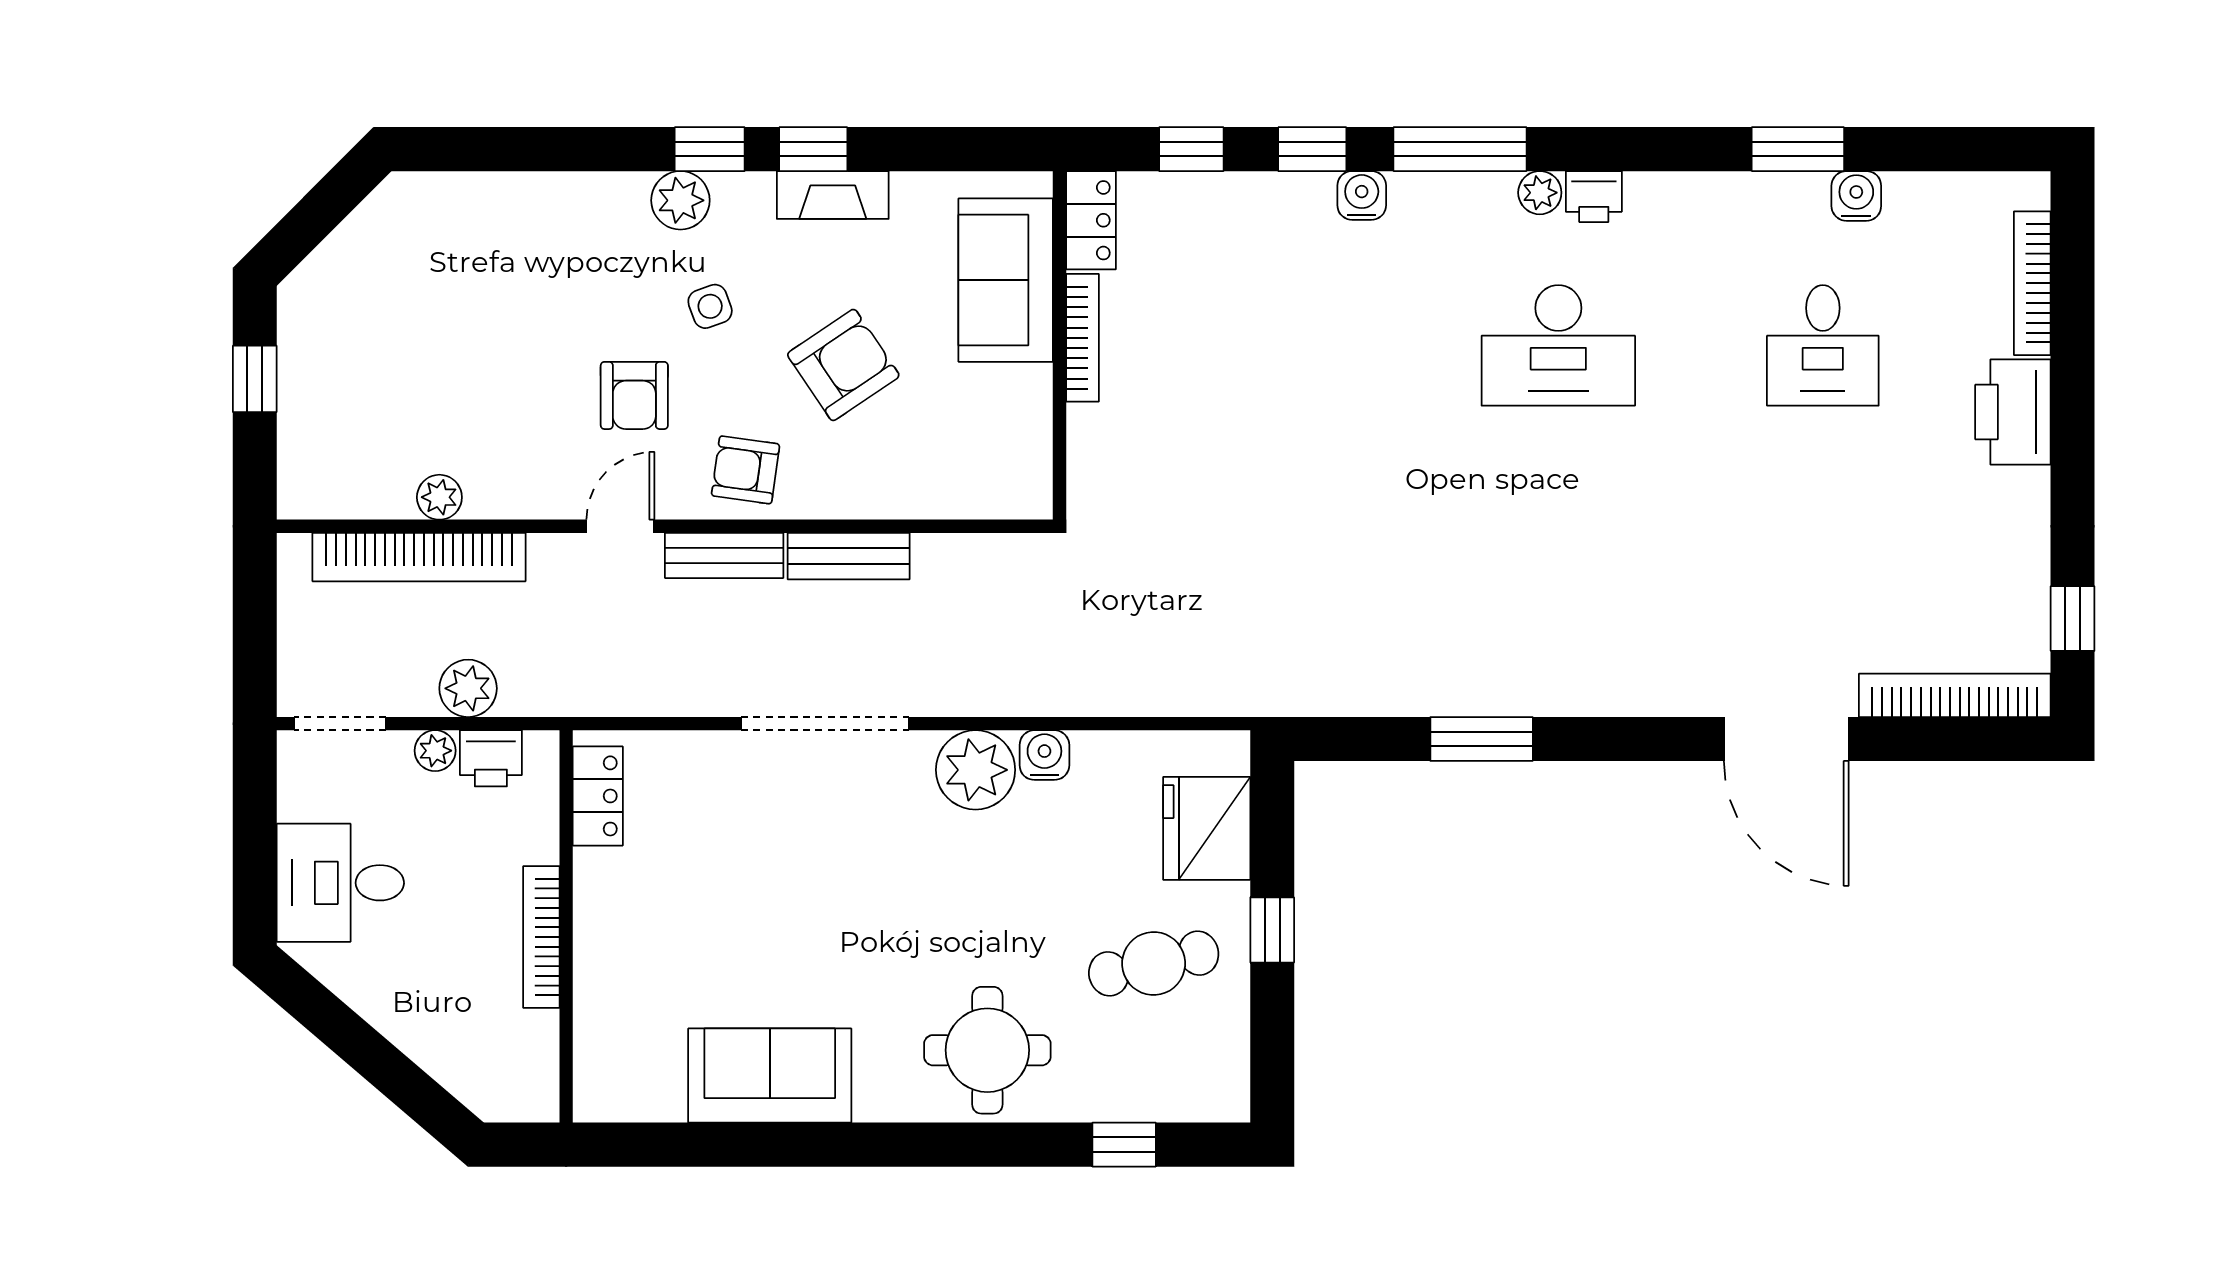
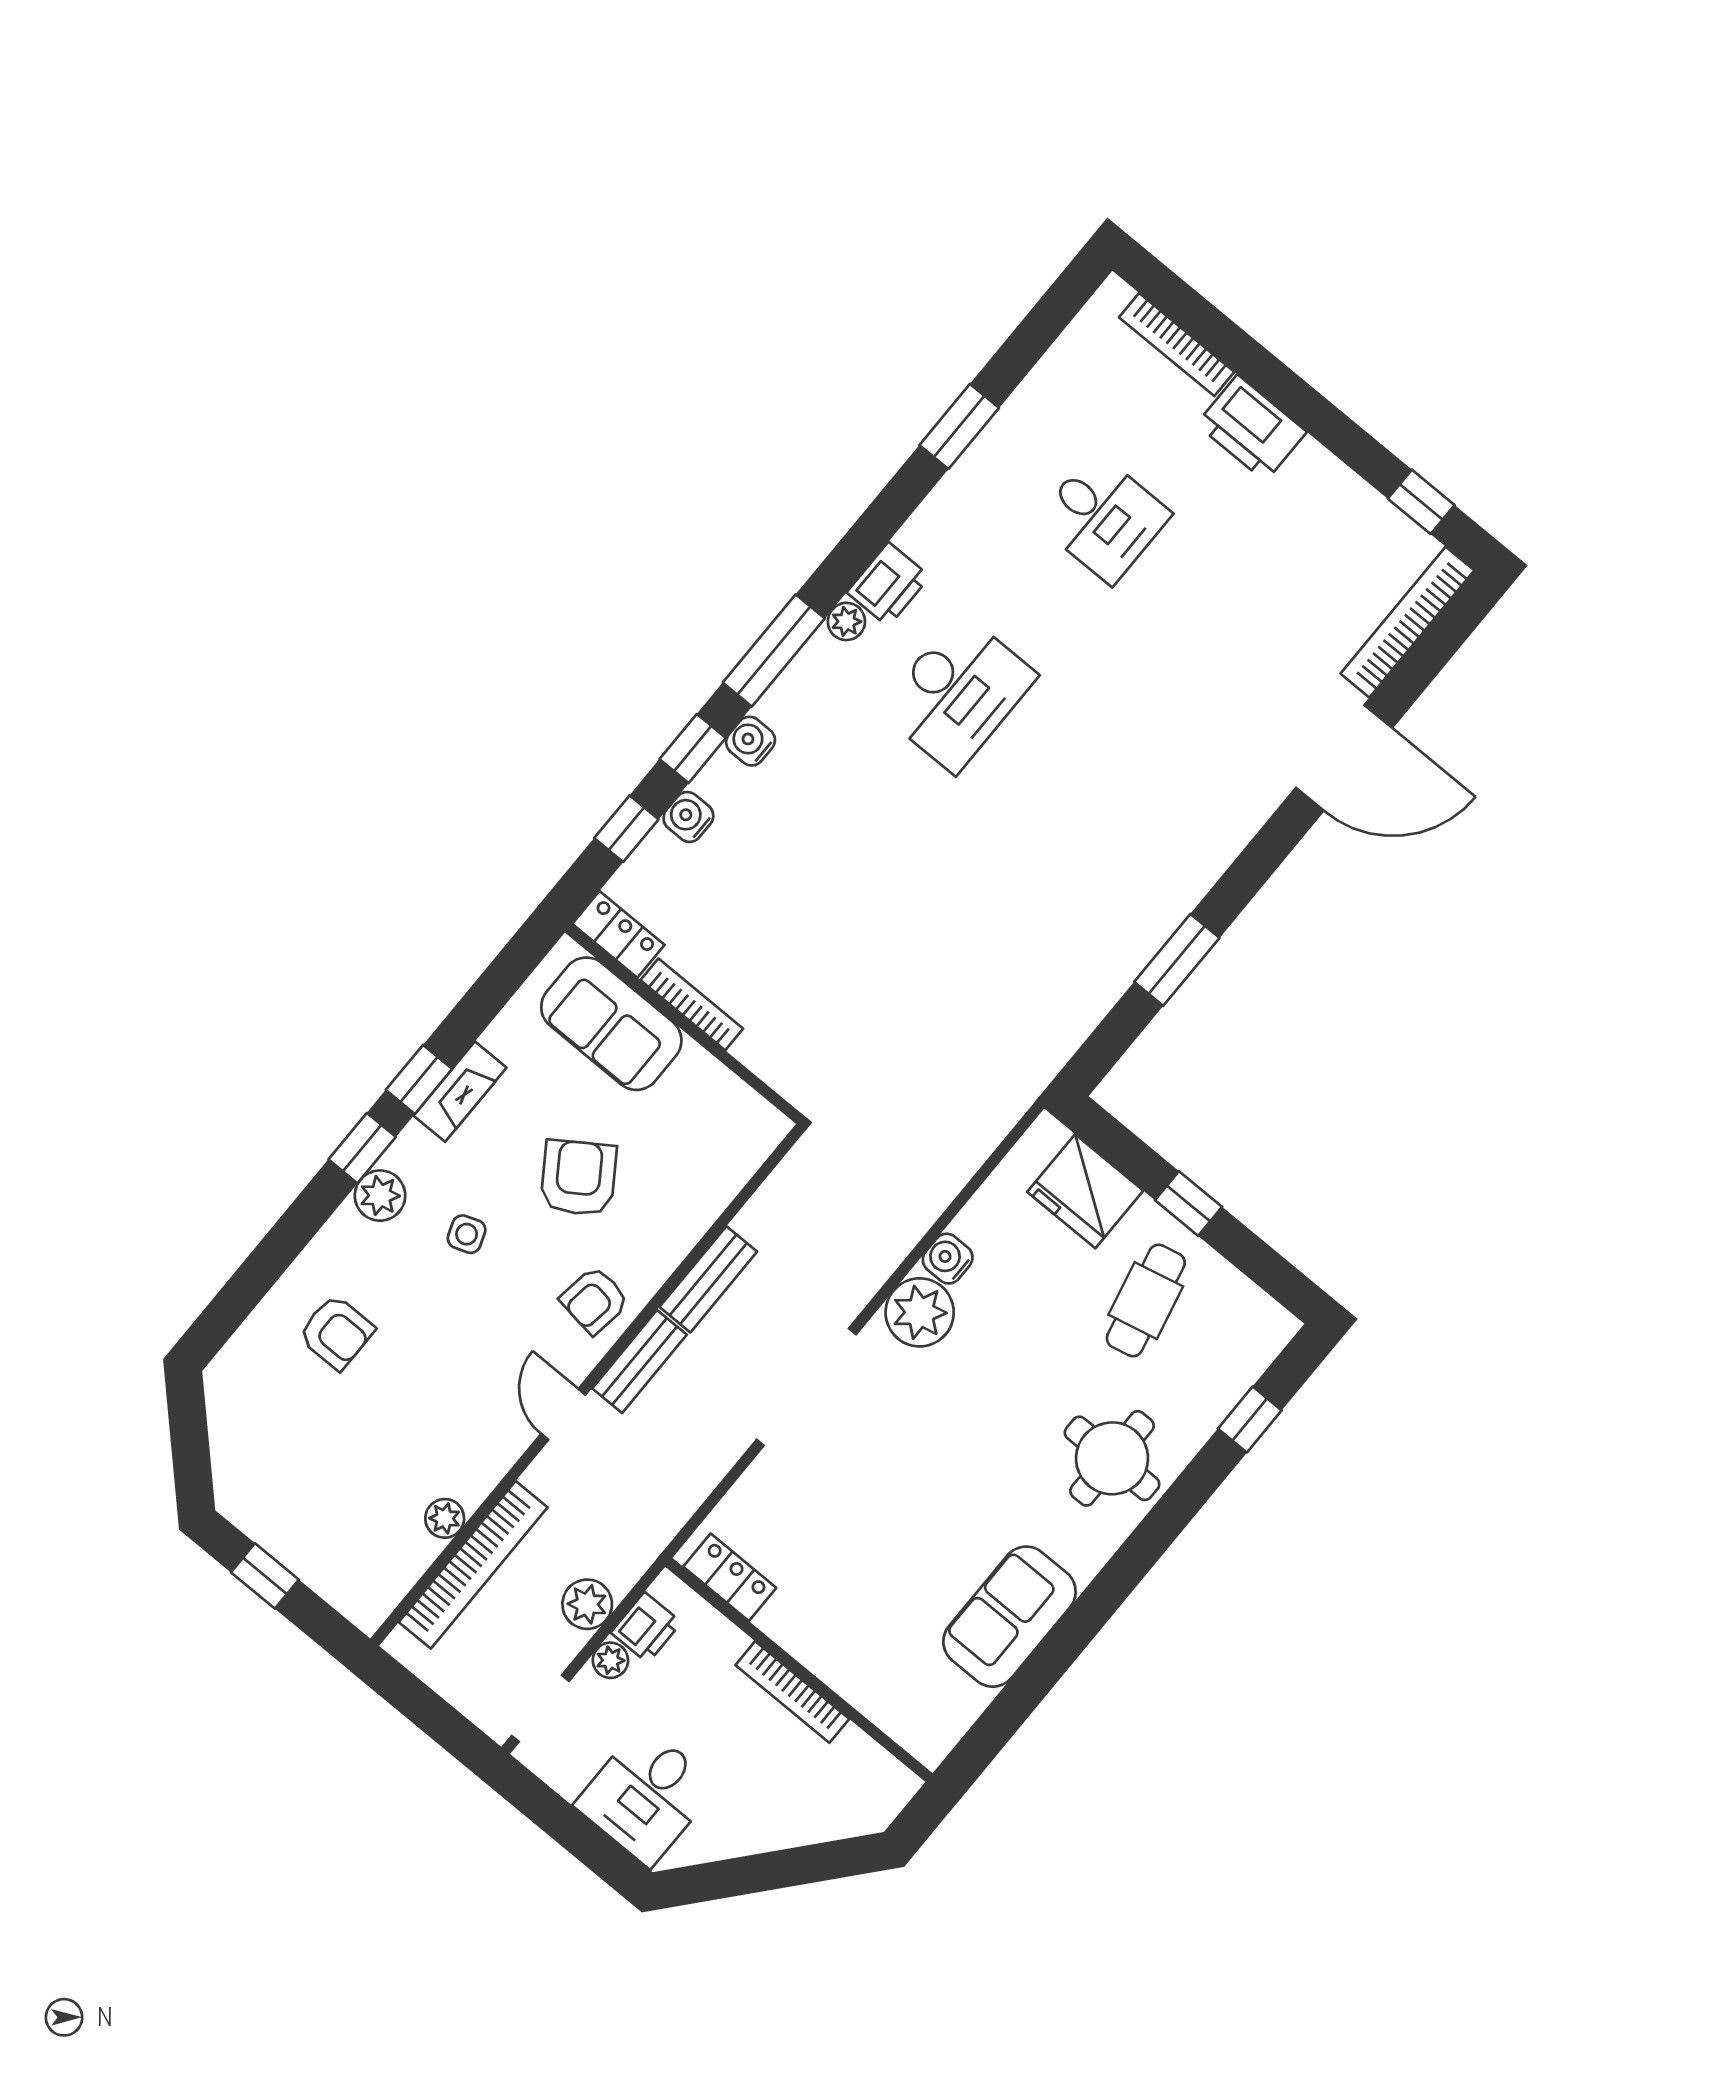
water cooler: (1856, 196) -> (688, 817), moved
printer: (1594, 197) -> (888, 584), width x1.36, depth x1.24
armchair: (634, 395) -> (336, 1332), moved

